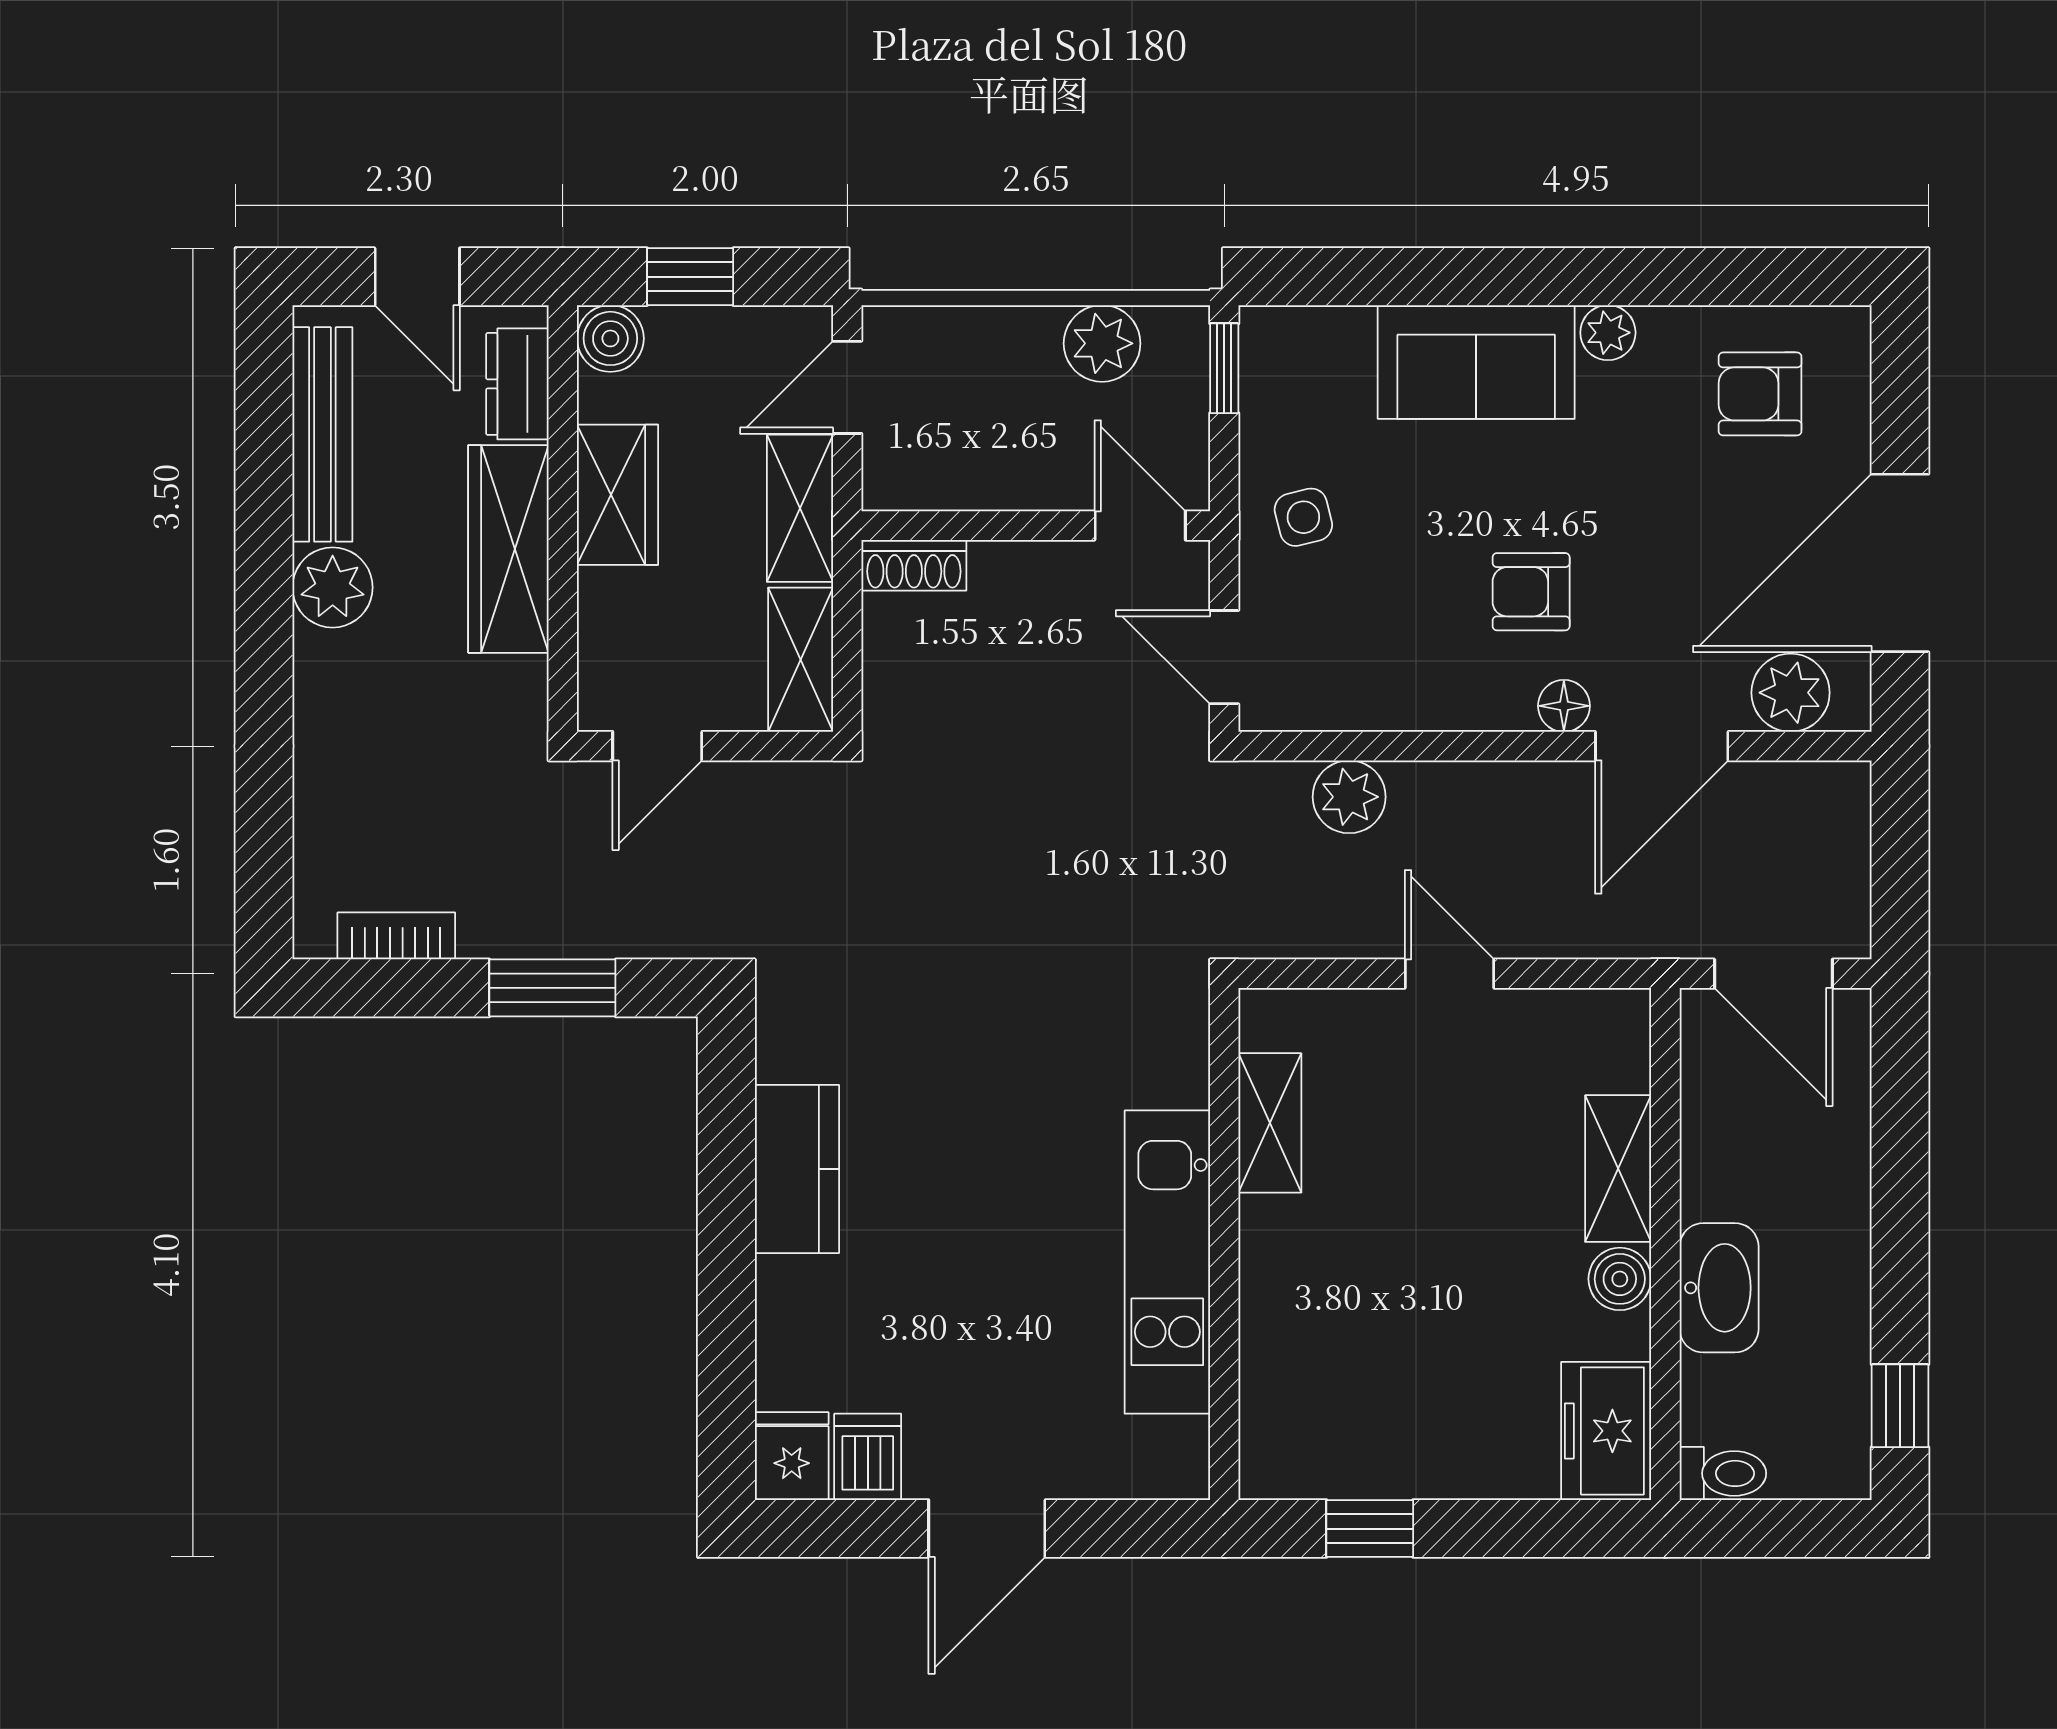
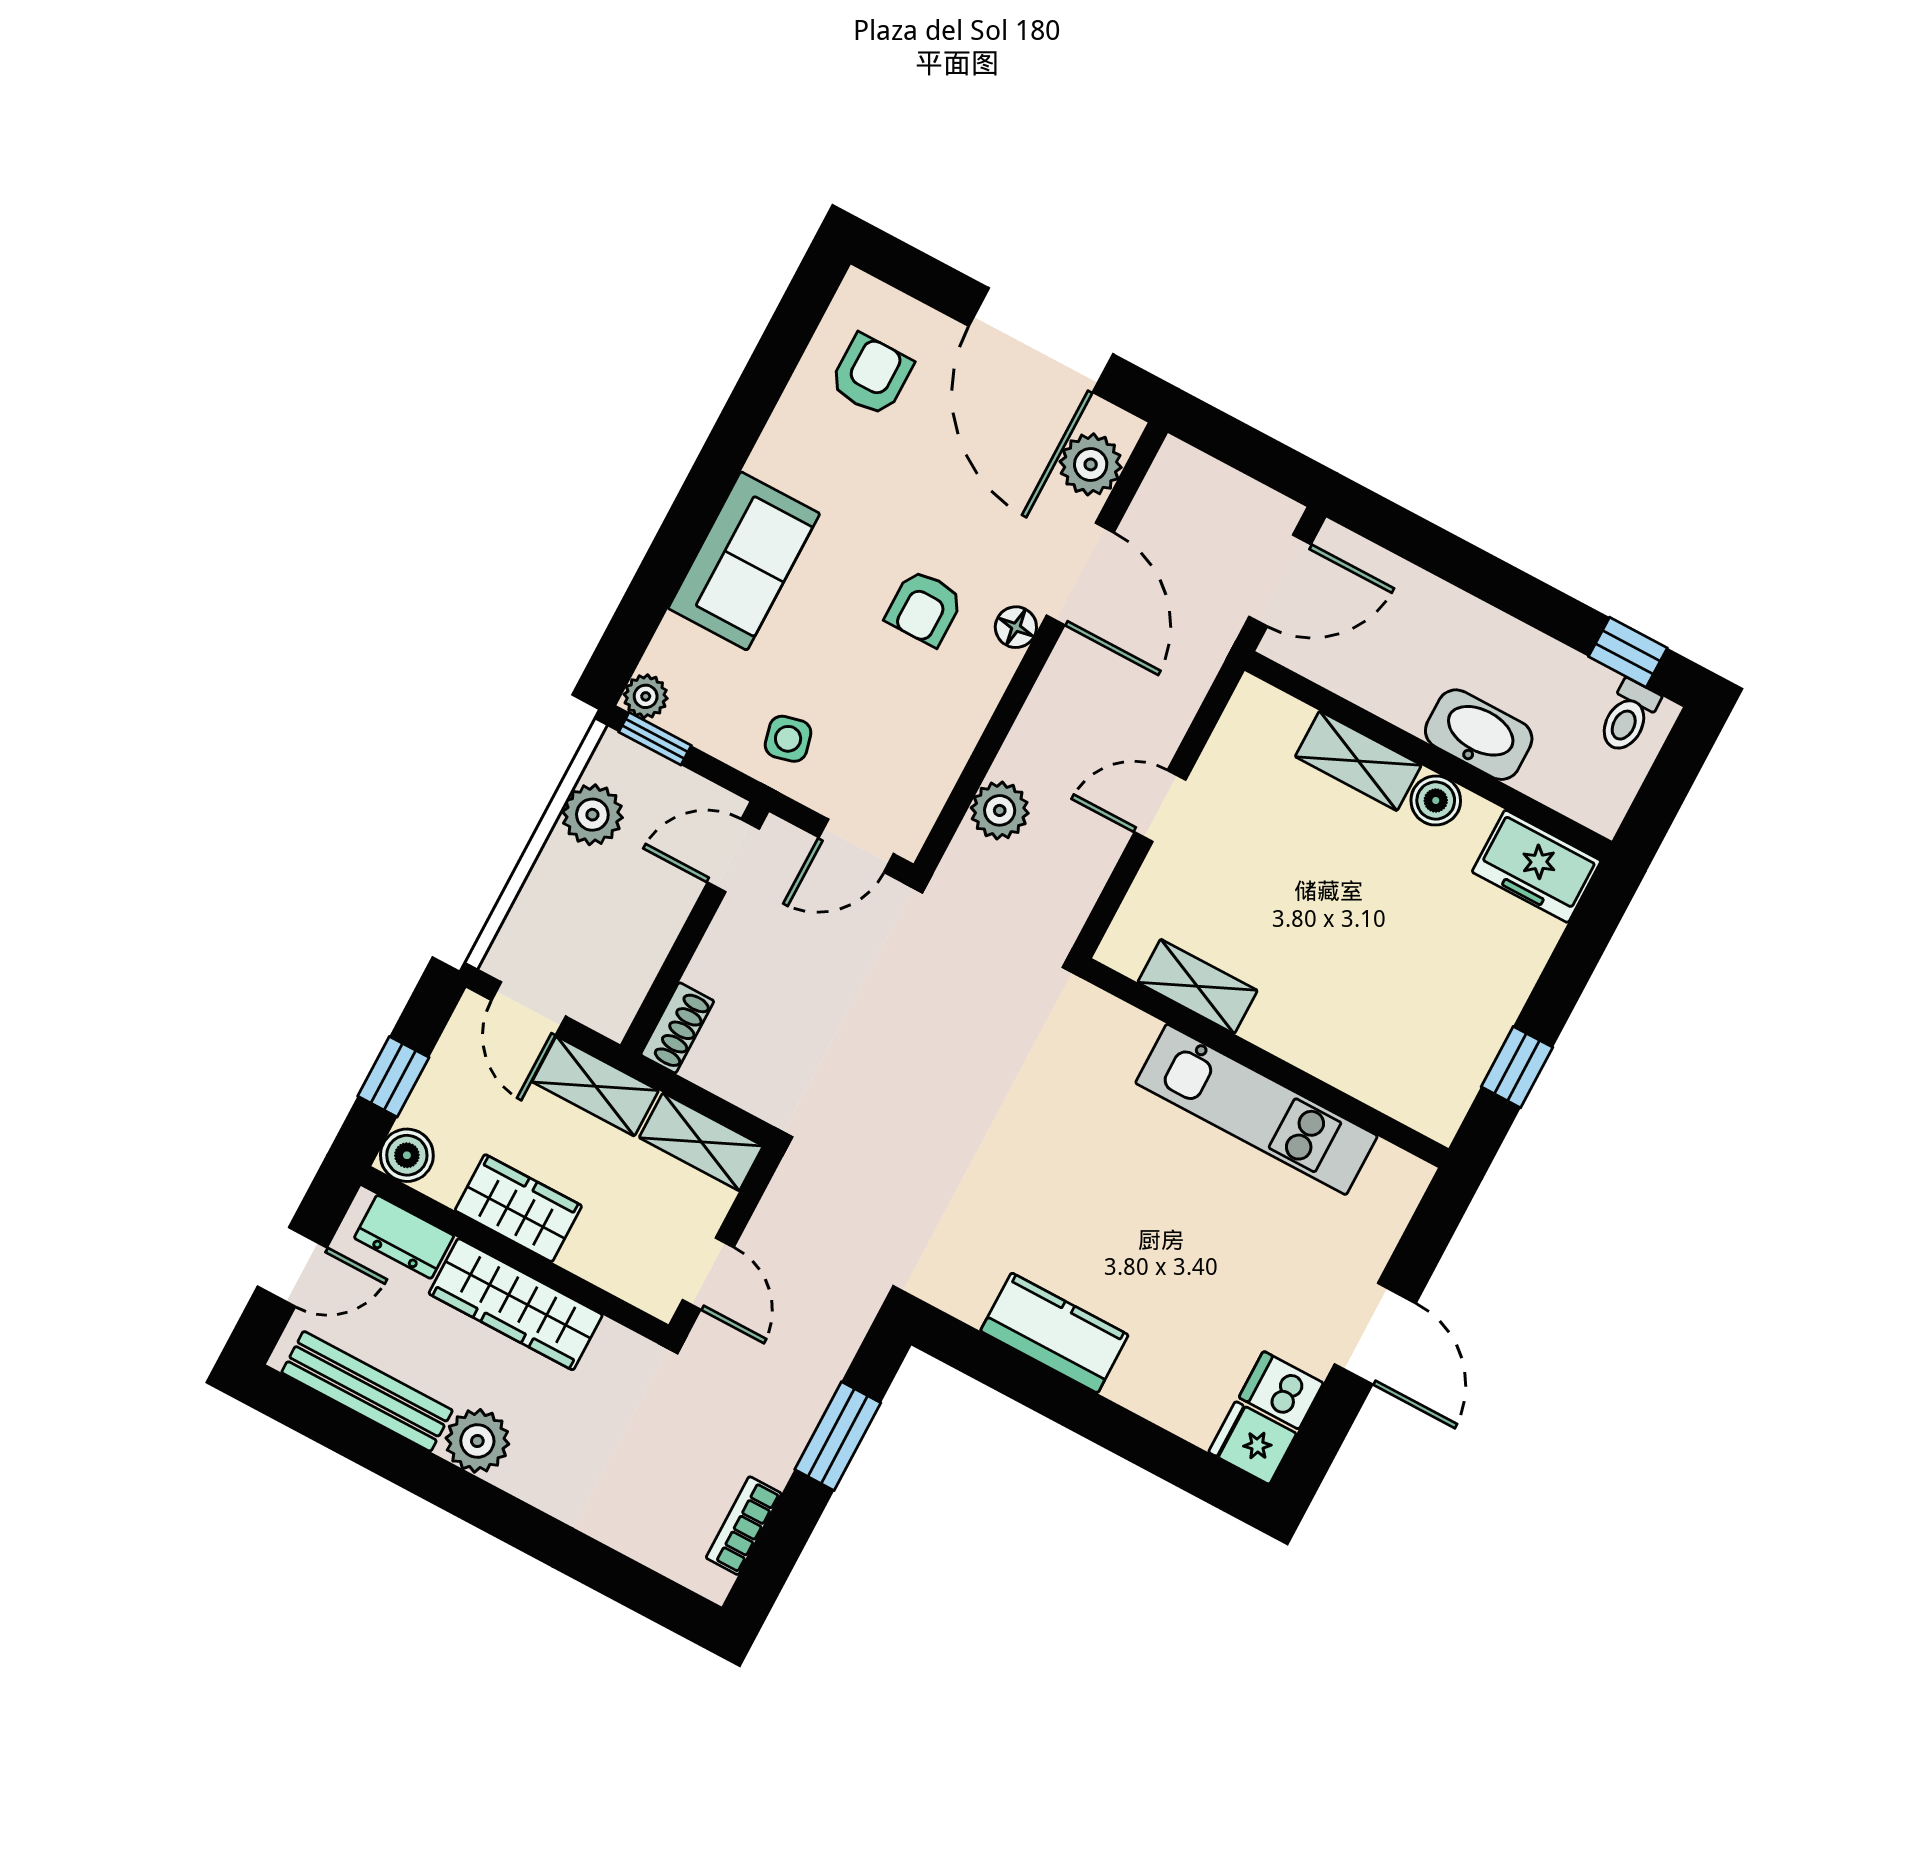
plant: (1608, 333) -> (646, 696), moved
armchair: (1760, 394) -> (871, 375), turned 180
toilet: (1723, 1473) -> (1628, 717), moved, turned 180

